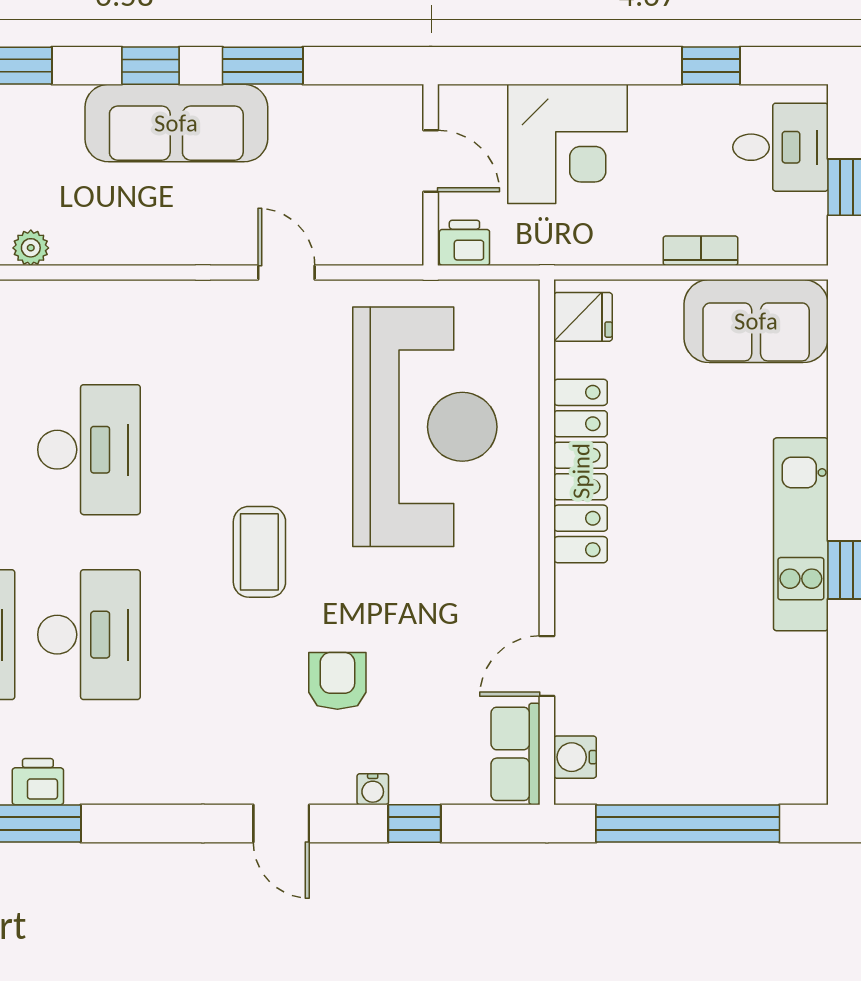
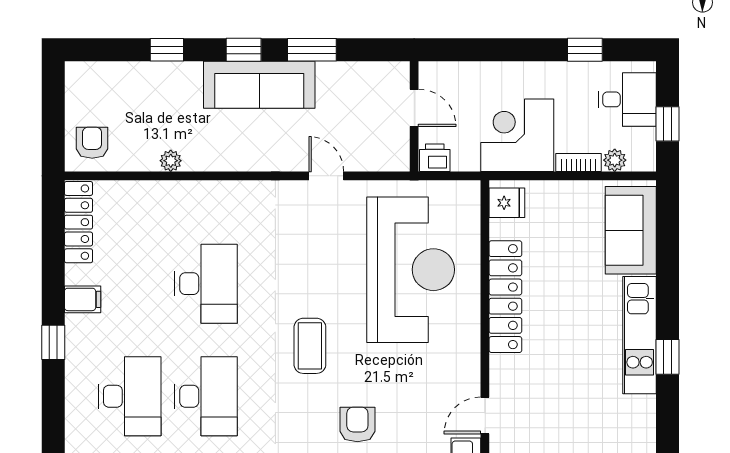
corner desk: (567, 144) -> (517, 135), moved, turned 180
plant: (760, 247) -> (615, 160), added
sofa: (756, 321) -> (631, 230), moved, turned 90

